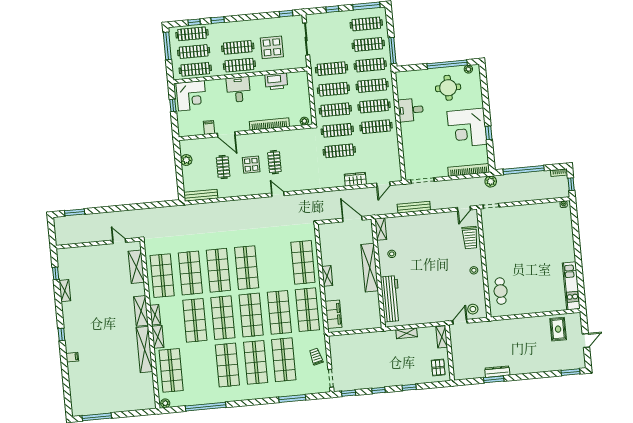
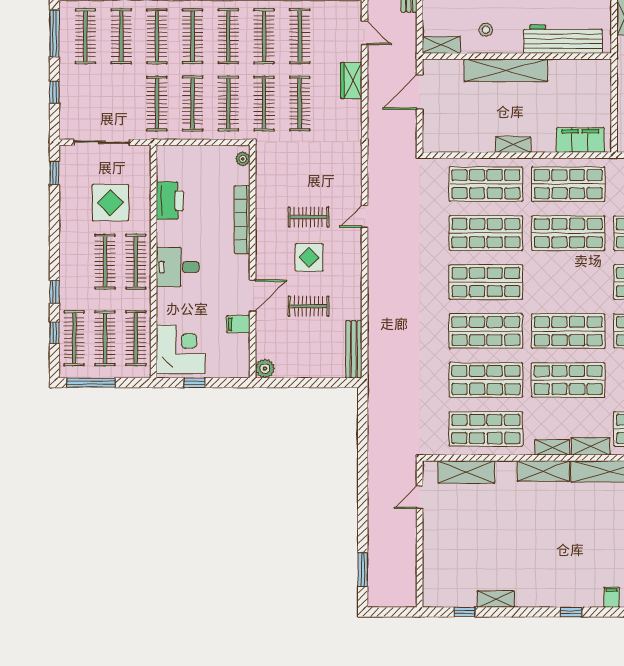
clothes rail: (378, 147) -> (300, 36), added
plant: (186, 160) -> (265, 369), moved
shop shelf: (251, 315) -> (486, 233), moved

